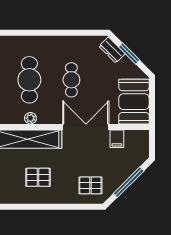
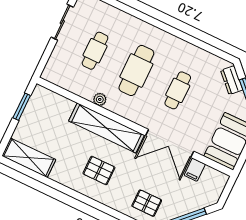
plant: (30, 118) -> (100, 99), moved
double door: (86, 127) -> (170, 143), swing flipped

